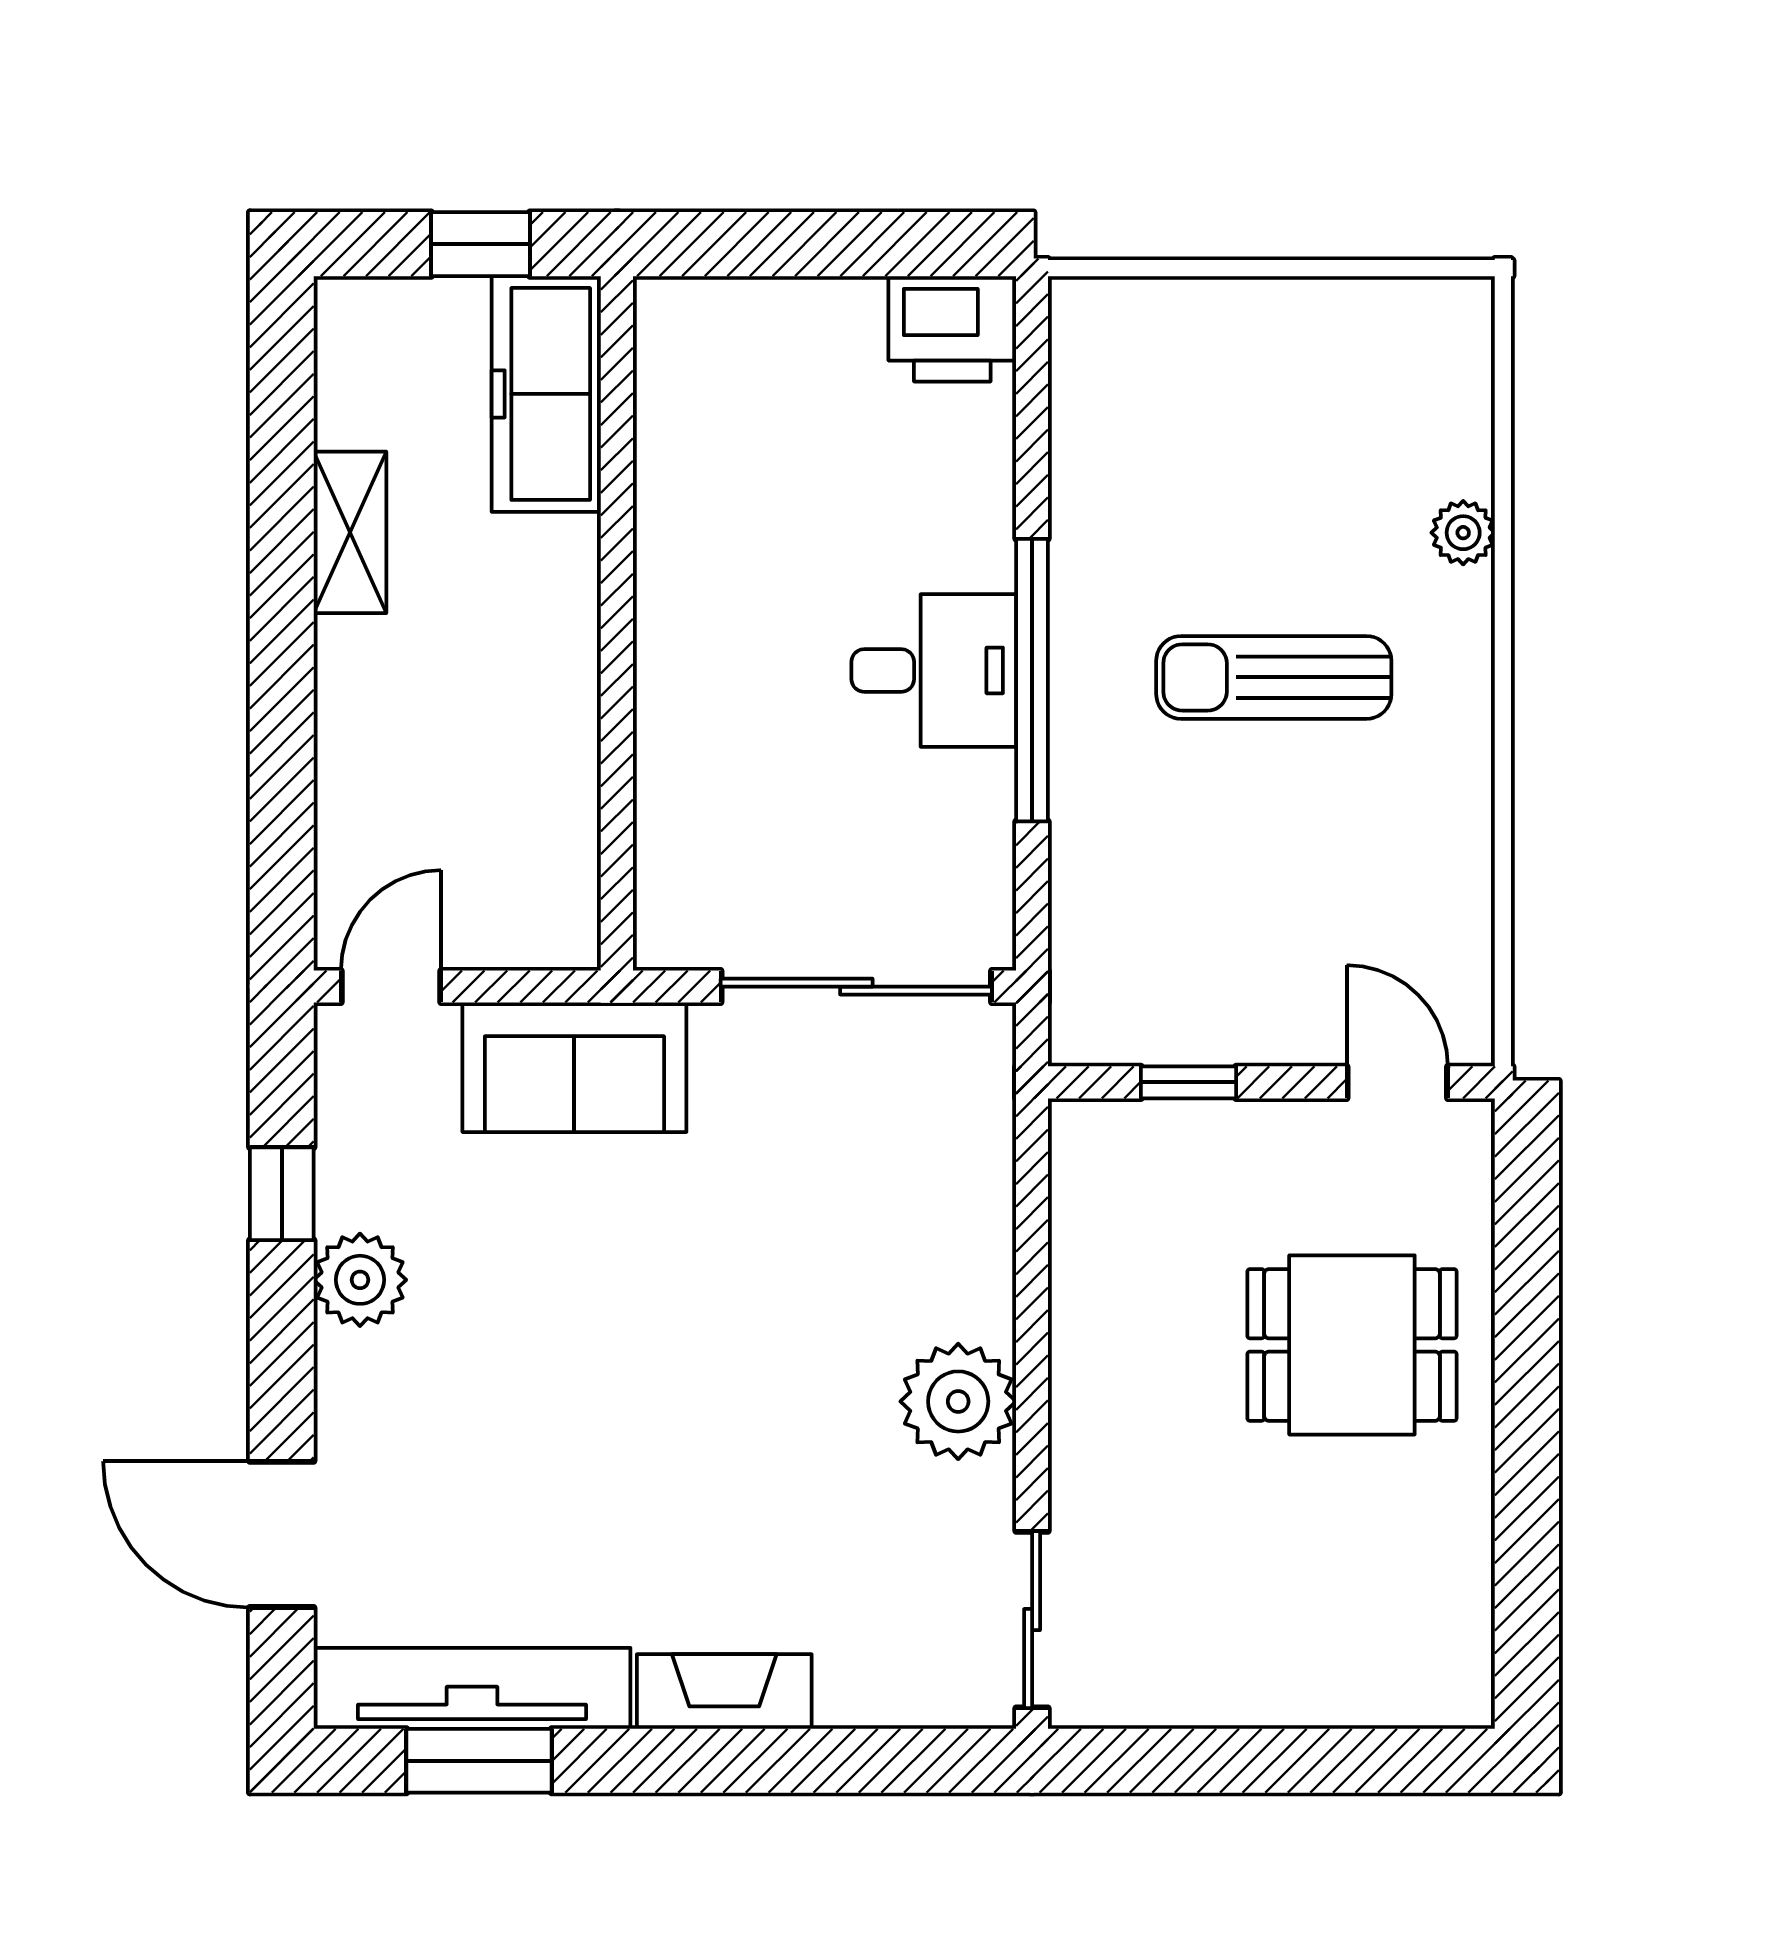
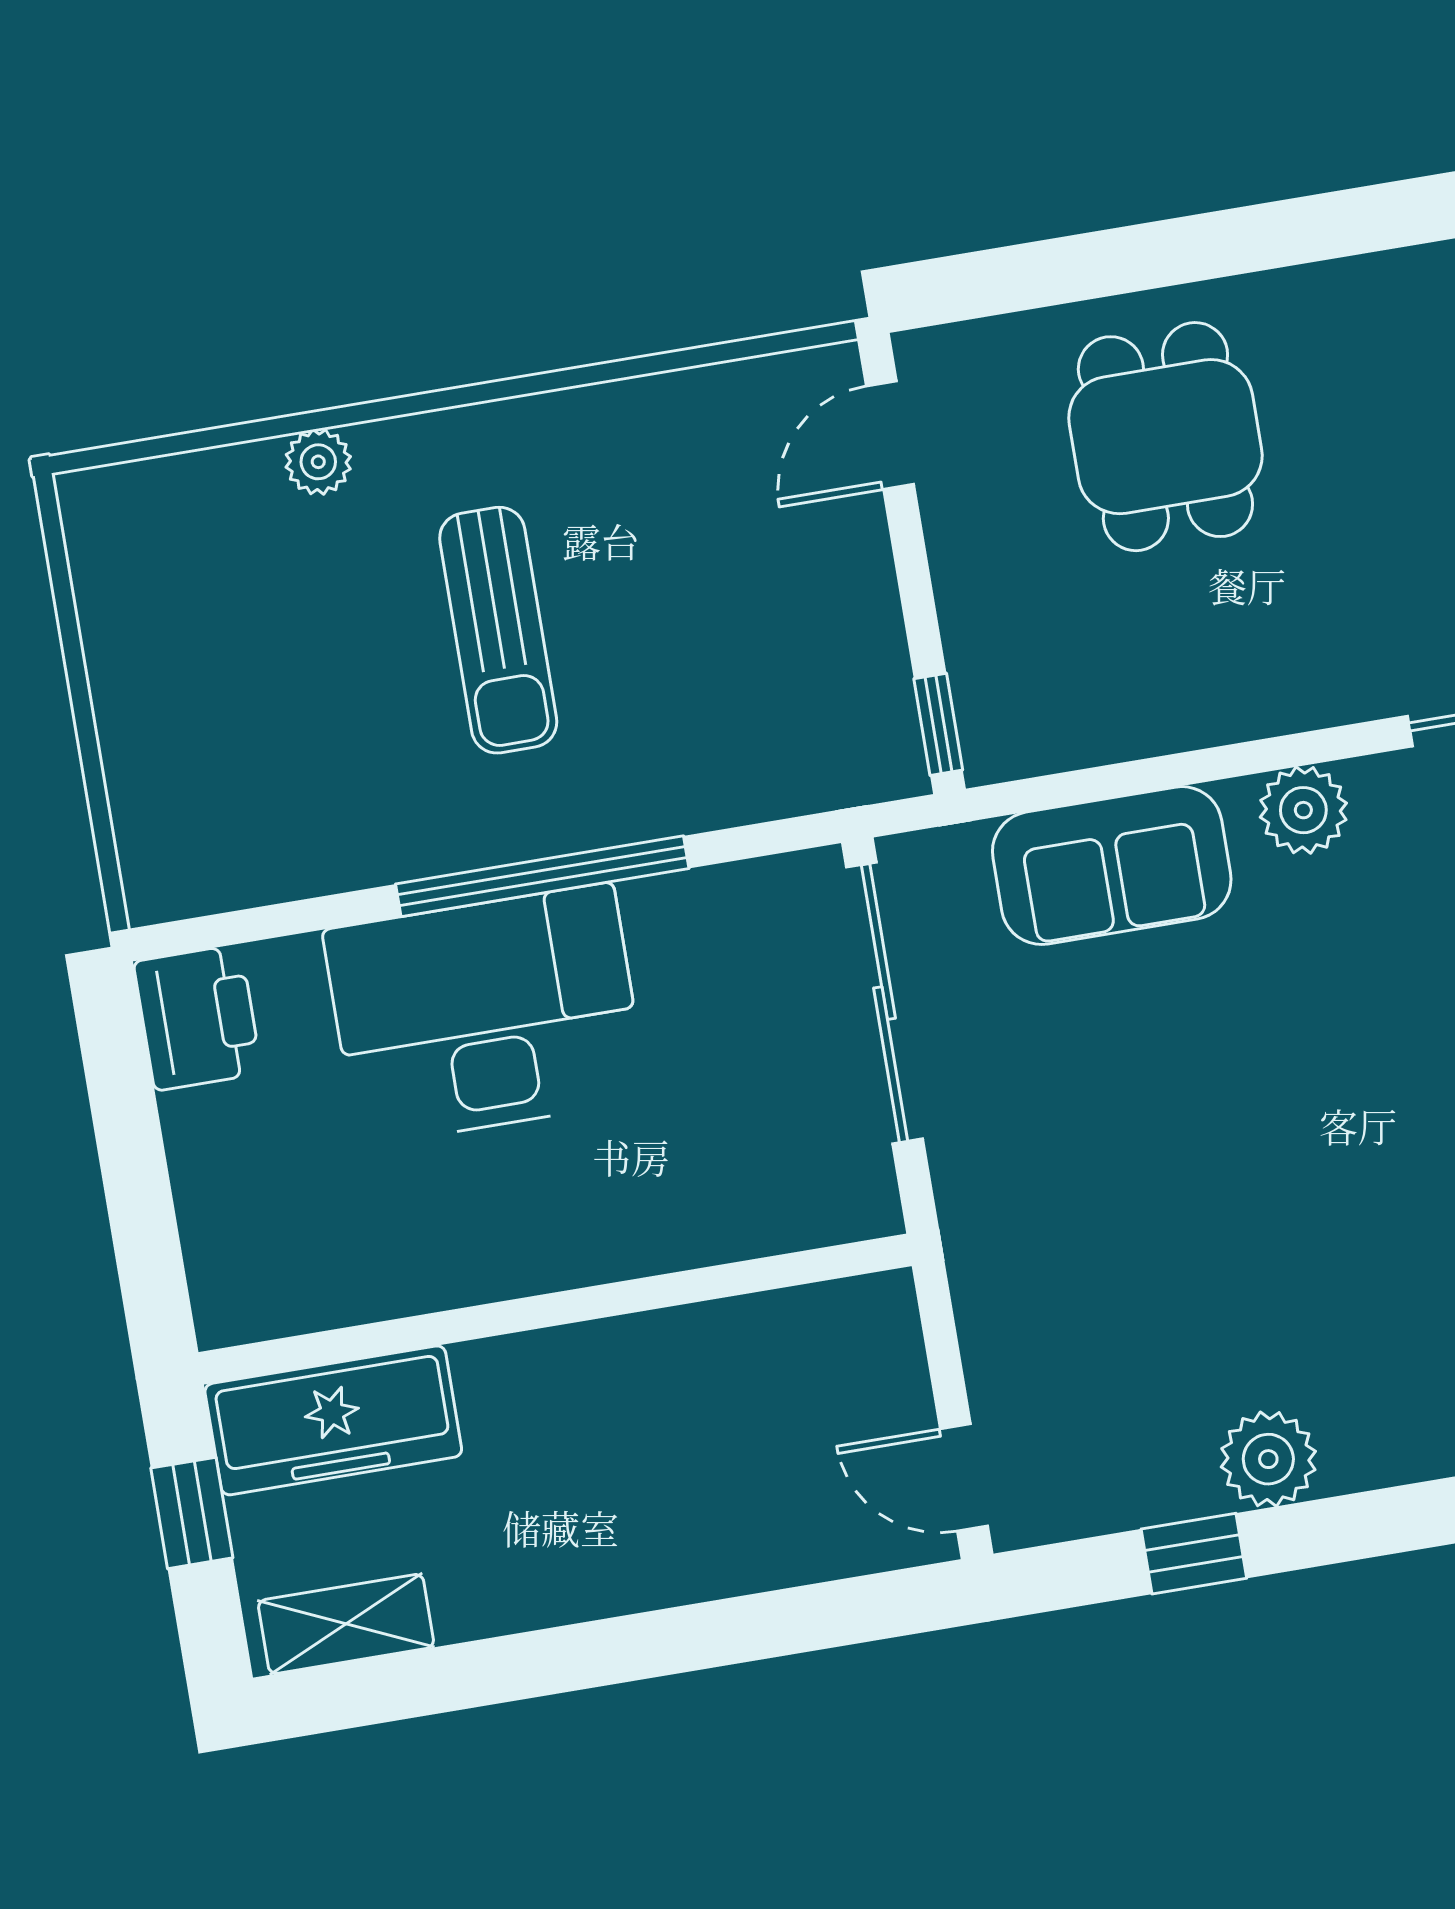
shelving: (350, 532) -> (346, 1624), moved
desk: (934, 670) -> (485, 1015), width x1.87, depth x1.30
sofa: (574, 1067) -> (1112, 866), moved, turned 90
window: (1189, 1082) -> (938, 724), moved
plant: (958, 1401) -> (1303, 810), width x0.73, depth x0.73

